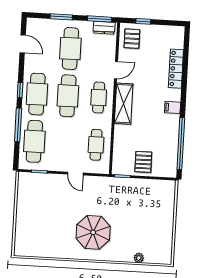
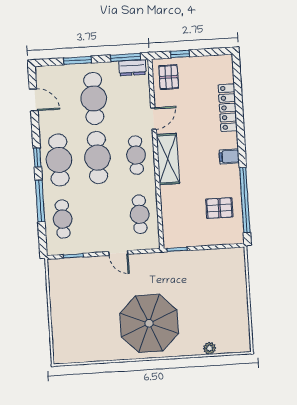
cafe table: (34, 141) -> (63, 219), width x0.73, depth x0.74
pallet: (143, 162) -> (219, 208), moved, turned 90
parasol: (93, 232) -> (149, 323), width x1.36, depth x1.36

